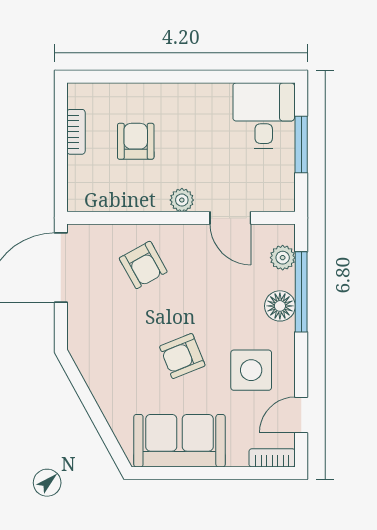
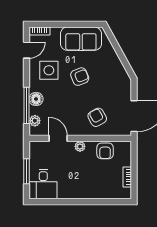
armchair: (136, 141) -> (105, 151), moved

